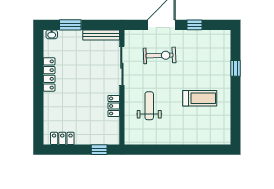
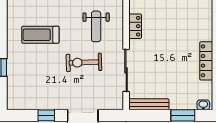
exercise bike: (160, 55) -> (84, 62), moved

